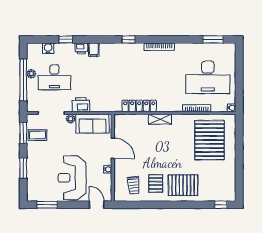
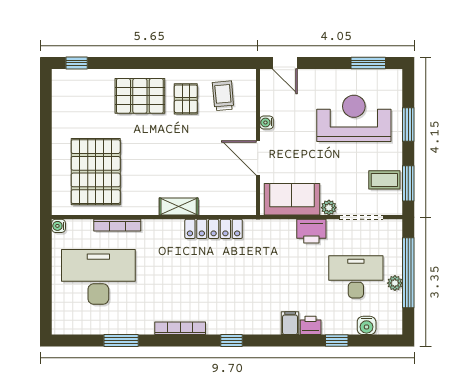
window: (213, 39) -> (121, 341), moved
reception desk: (72, 178) -> (354, 118), moved, turned -90

